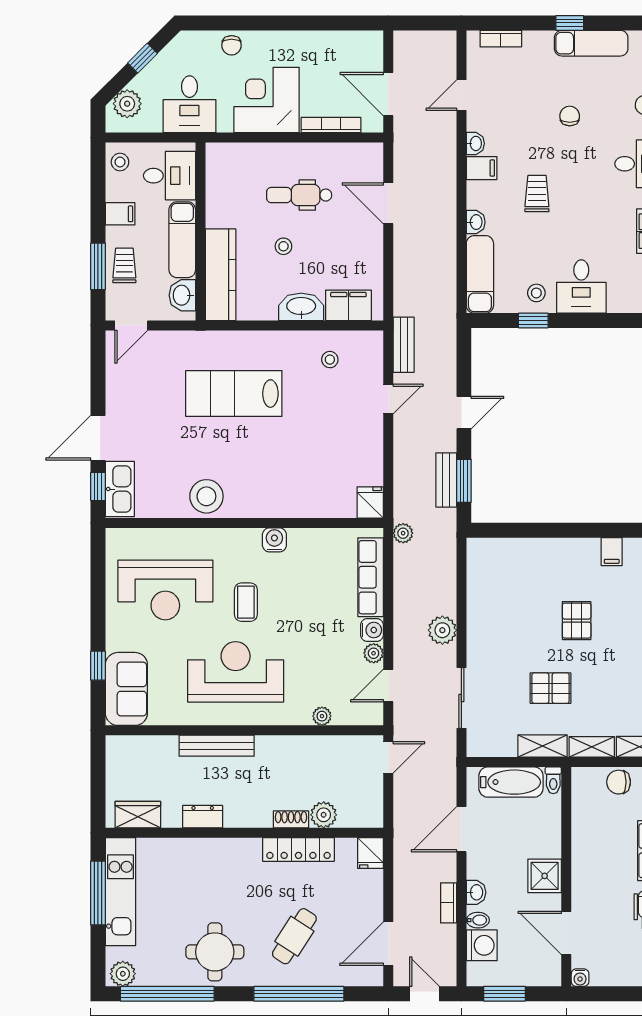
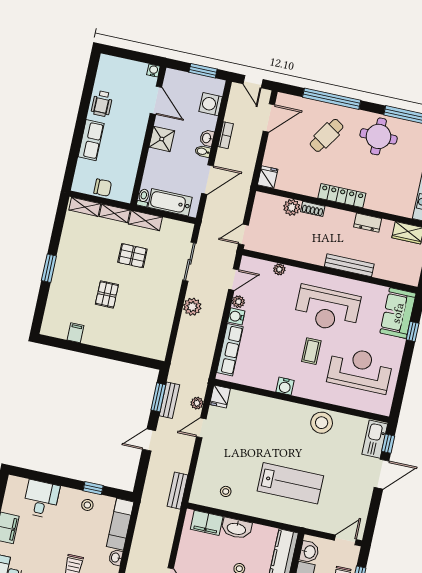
desk: (581, 287) -> (41, 499), moved
door: (388, 399) -> (201, 428), moved
plant: (403, 533) -> (197, 403), moved
locker: (298, 850) -> (342, 196), moved
bidet: (478, 920) -> (203, 151), moved

